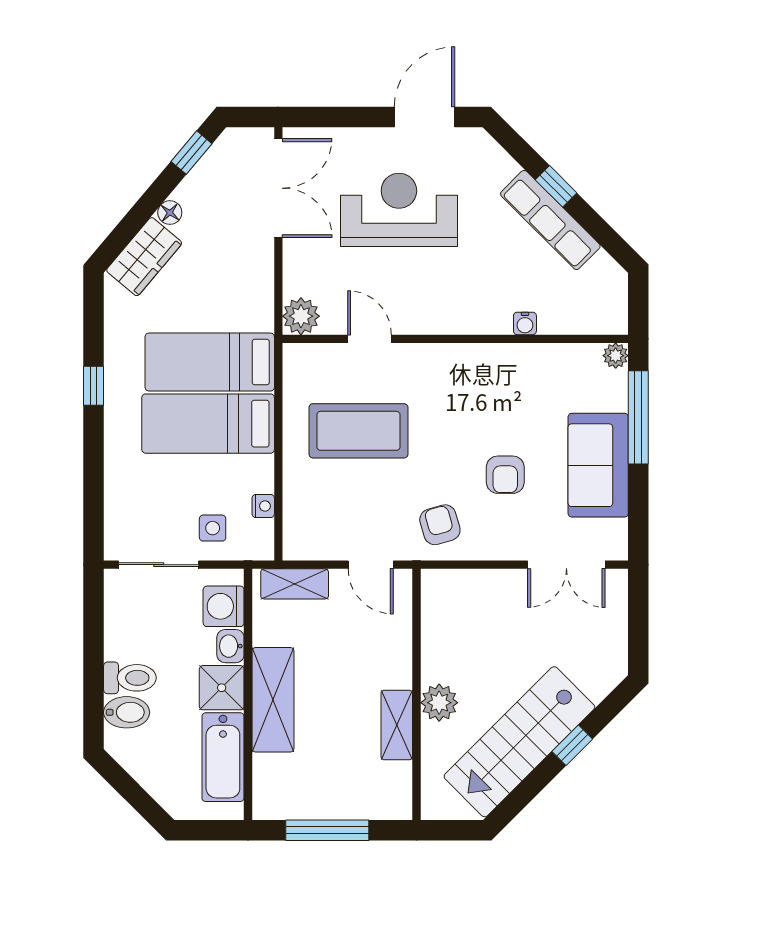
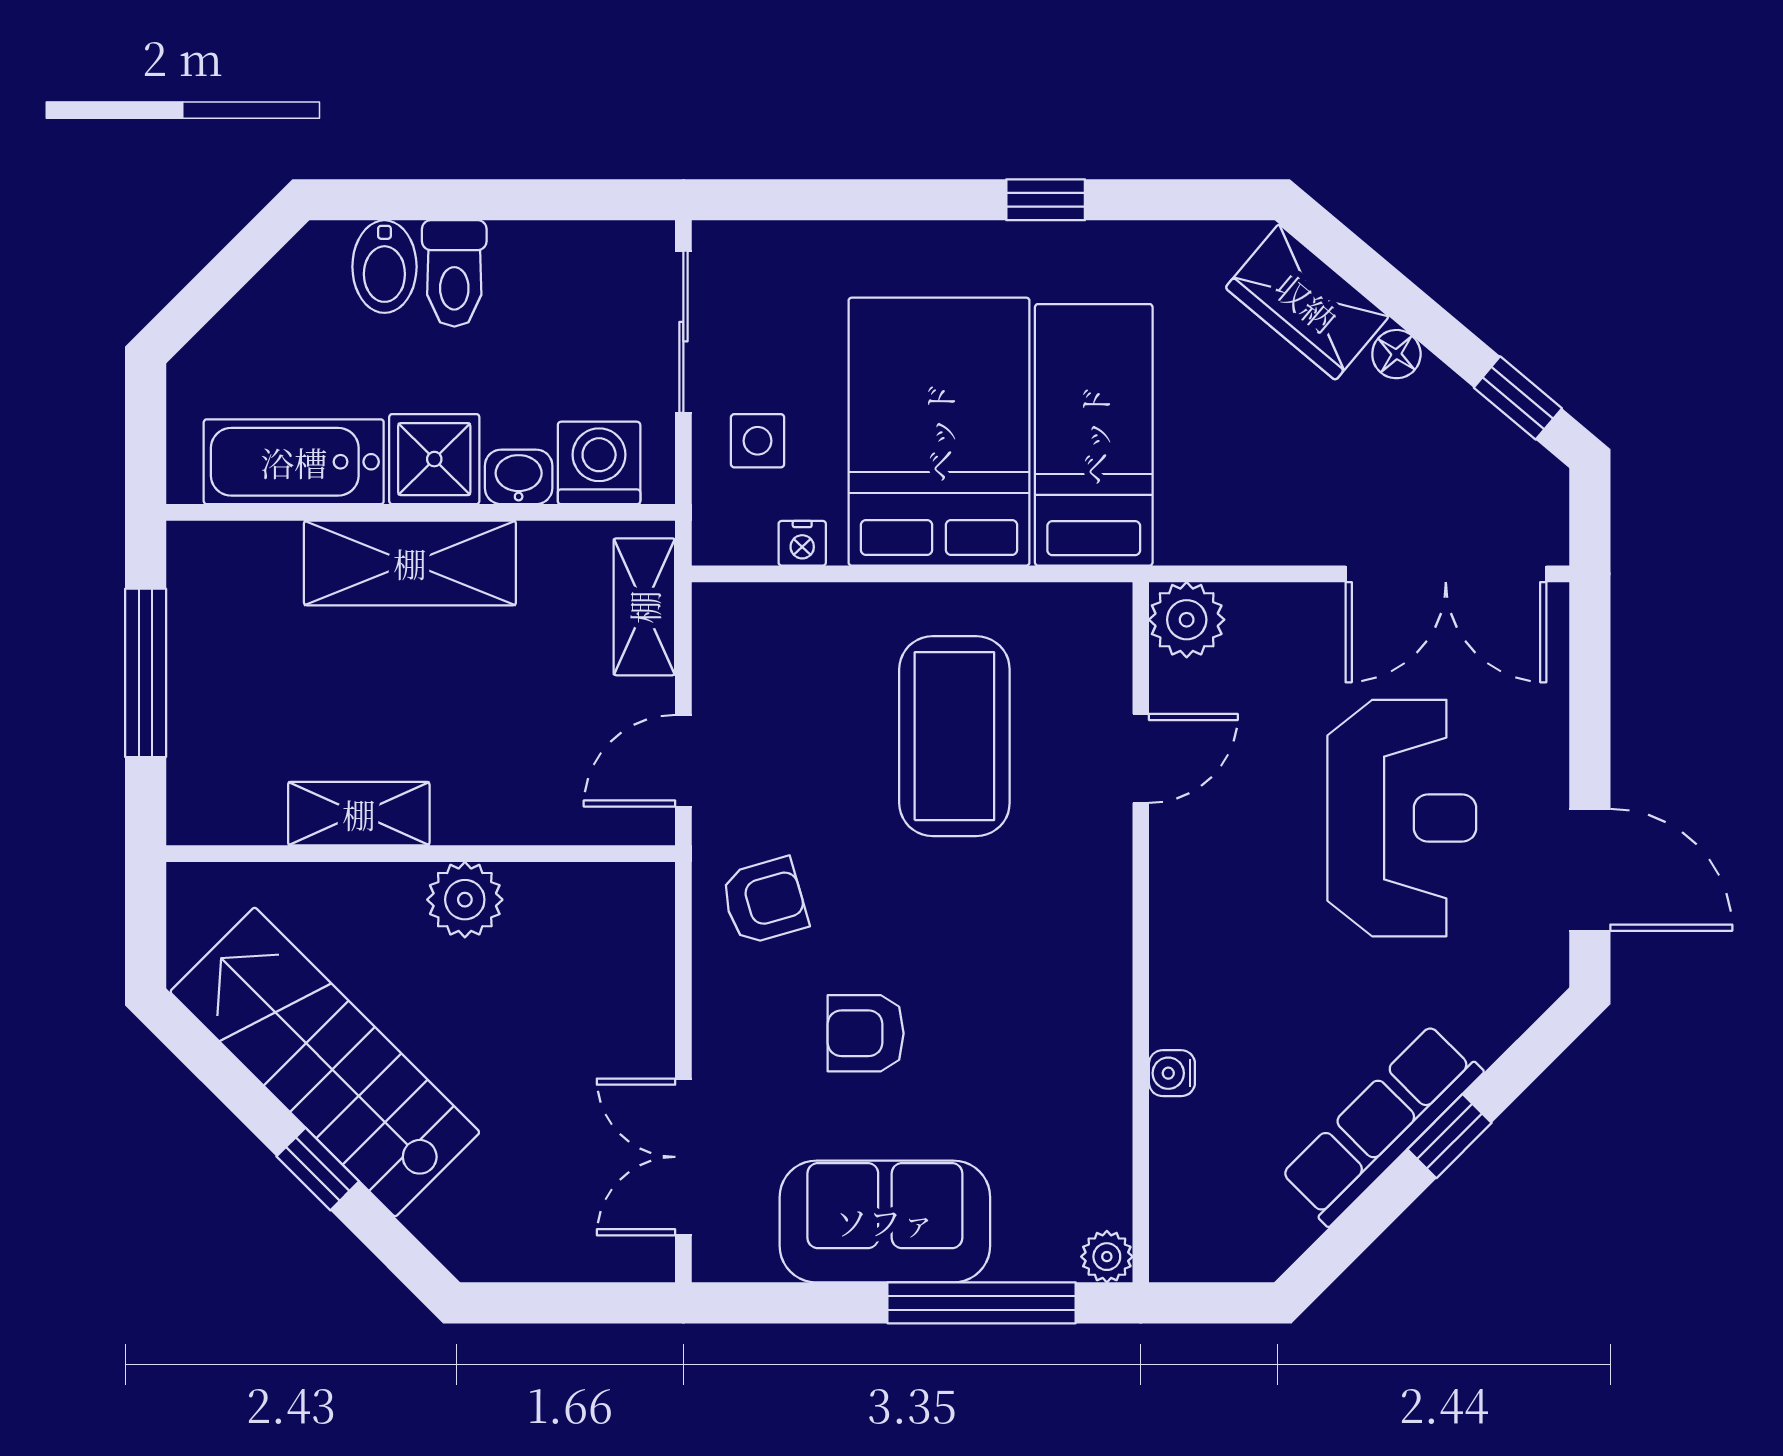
bed: (208, 424) -> (939, 432), width x1.50
plant: (439, 703) -> (465, 900), moved

